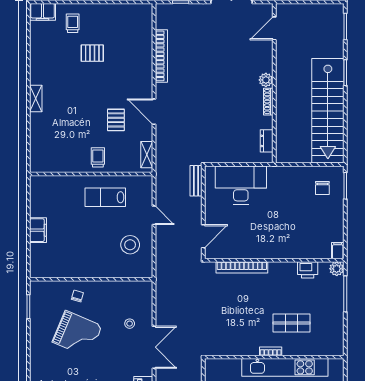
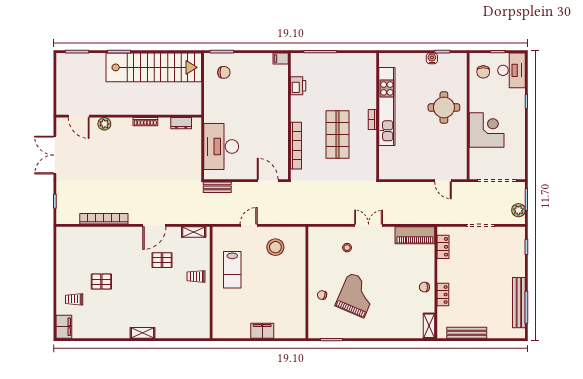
pallet: (92, 53) -> (101, 282), turned 90
plant: (266, 80) -> (104, 124), moved
plant: (337, 269) -> (297, 59), removed
shop shelf: (291, 323) -> (338, 135), moved, width x1.43, depth x1.36
double door: (154, 347) -> (369, 225), width x0.73

